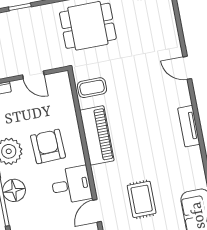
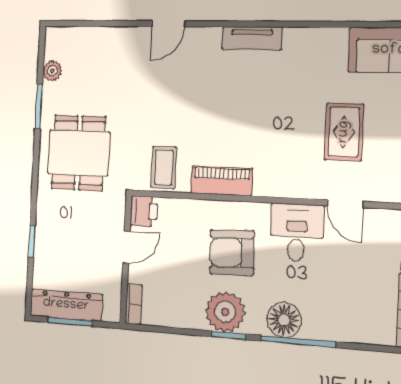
printer: (60, 81) -> (144, 211), added
piano: (97, 135) -> (222, 181), width x0.73, depth x0.75
rug: (142, 199) -> (344, 132), turned 90

